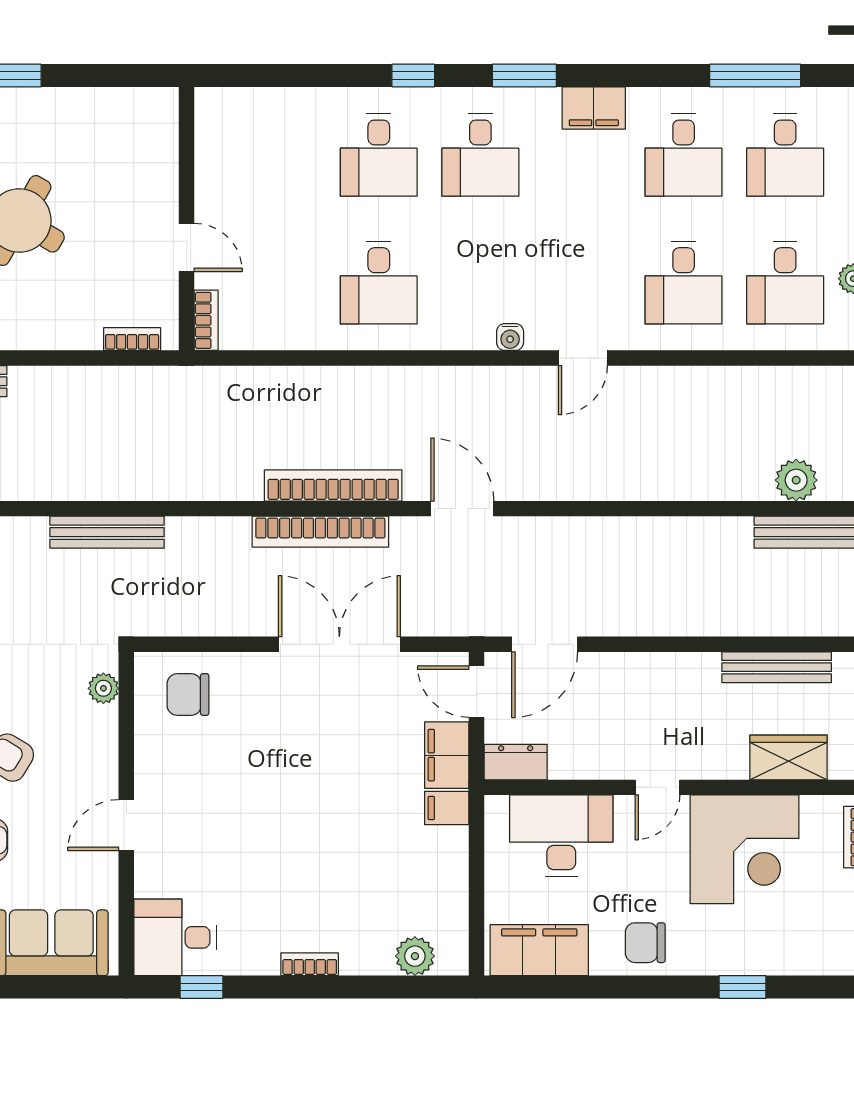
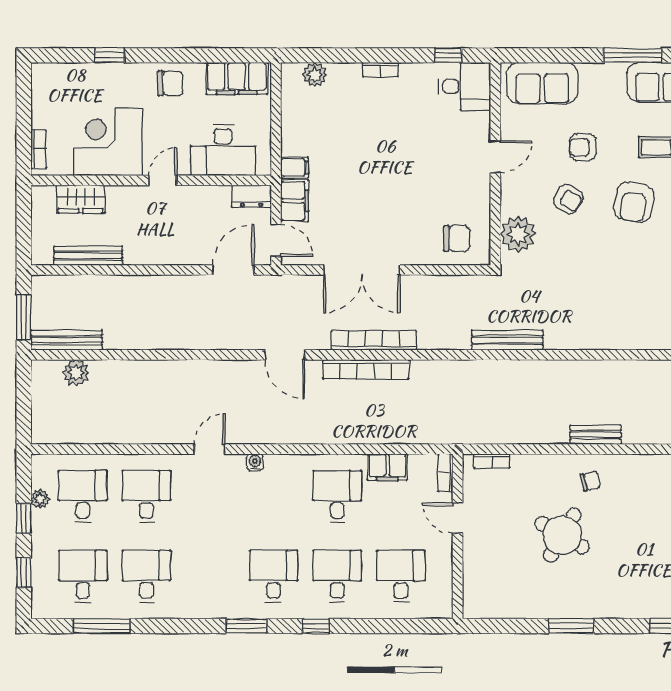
filing cabinet: (594, 108) -> (387, 467), moved, turned 180
desk: (277, 155) -> (401, 576), added
plant: (103, 688) -> (518, 234), width x1.88, depth x1.88

